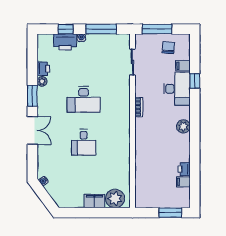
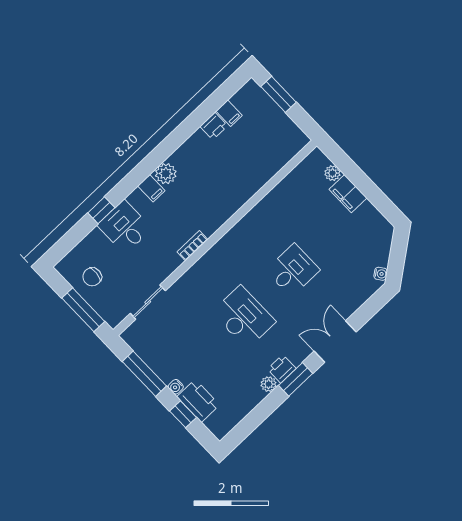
filing cabinet: (183, 66) -> (151, 188), moved
printer: (43, 69) -> (282, 369), moved
desk: (177, 89) -> (125, 227), width x0.73
plant: (115, 199) -> (332, 173), width x0.53, depth x0.53

